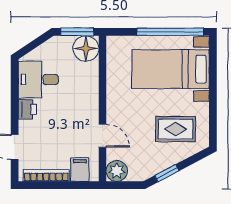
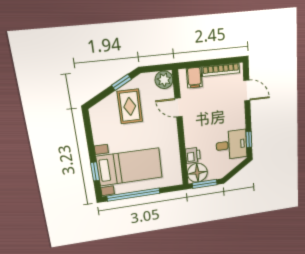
window: (213, 69) -> (95, 172), added
window: (15, 83) -> (249, 139), added
printer: (27, 109) -> (193, 155), moved, turned 180
rug: (176, 129) -> (130, 106), moved, turned 90

